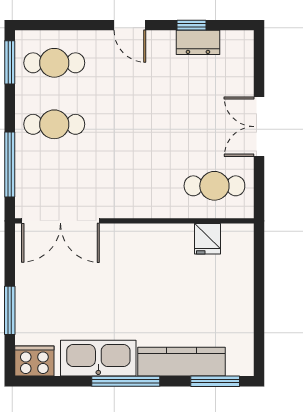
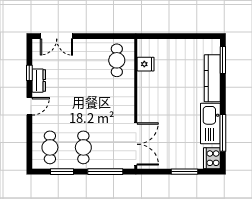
dresser: (198, 42) -> (39, 81), moved
window: (10, 62) -> (62, 172), moved
double door: (259, 127) -> (57, 36), moved
window: (126, 381) -> (223, 133), moved

